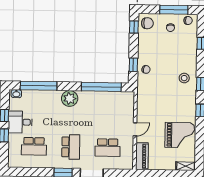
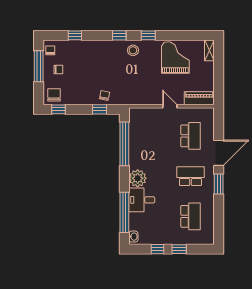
stool: (184, 78) -> (133, 50), moved
desk: (20, 122) -> (142, 200), moved, turned 90

